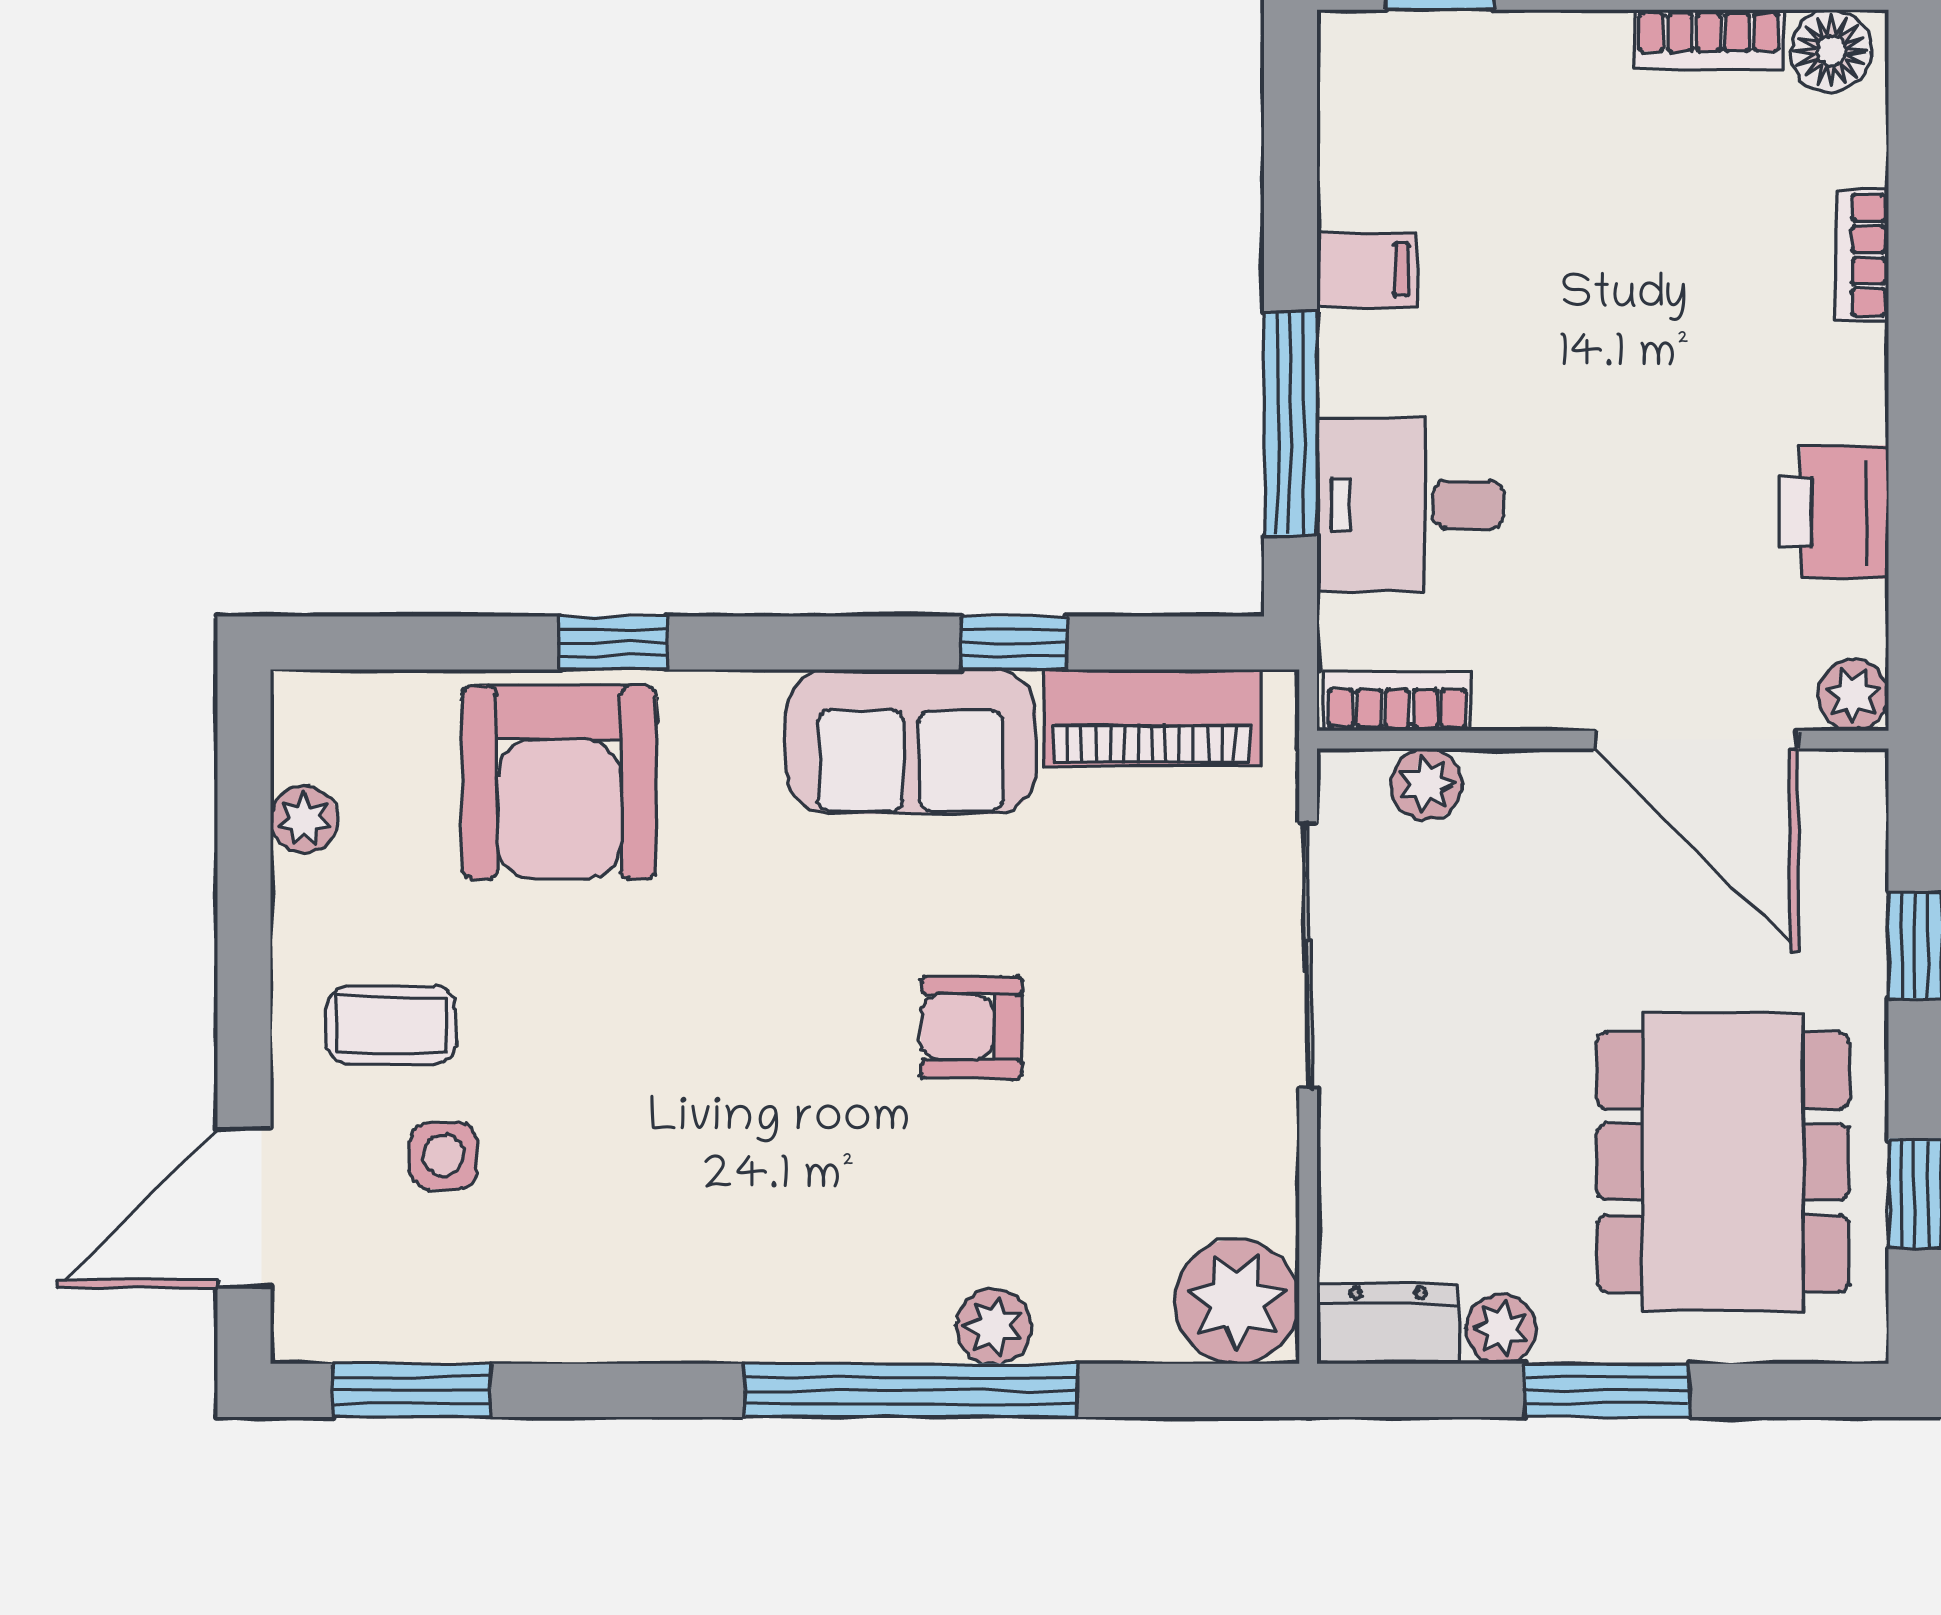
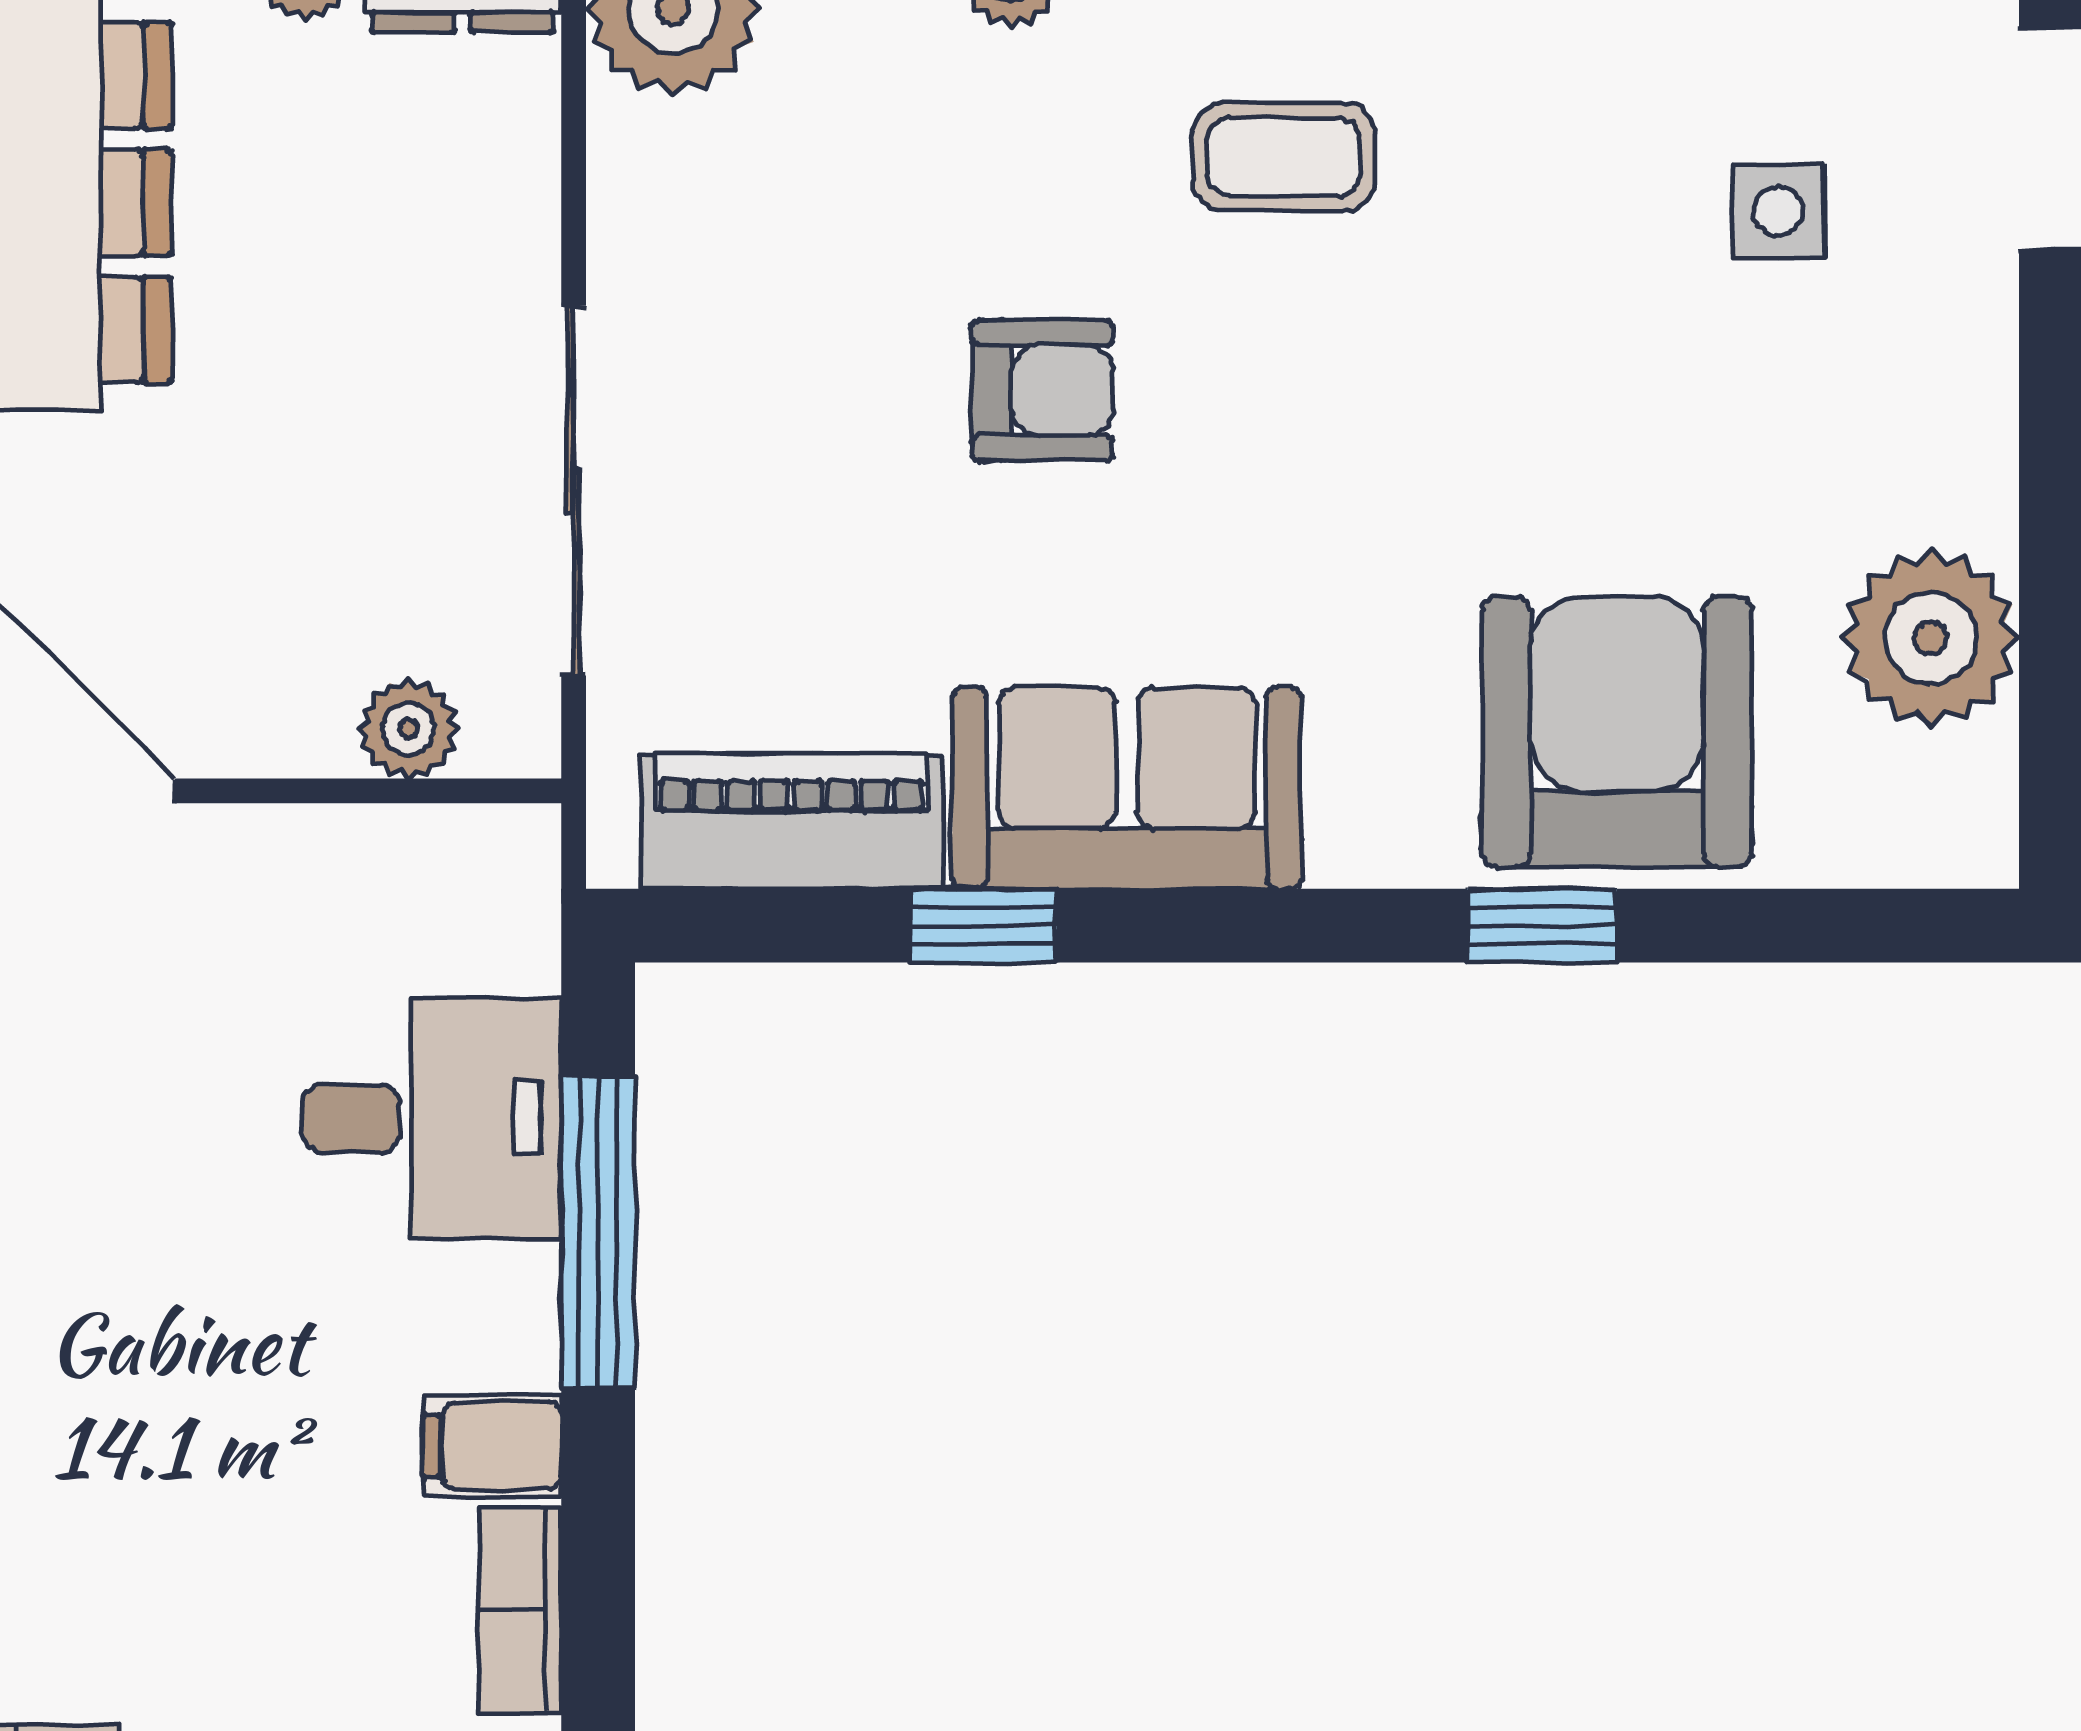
bookcase: (1397, 701) -> (520, 1610), moved, turned 90
plant: (304, 820) -> (1931, 638), width x1.88, depth x1.88
coffee table: (391, 1025) -> (1284, 157), moved

